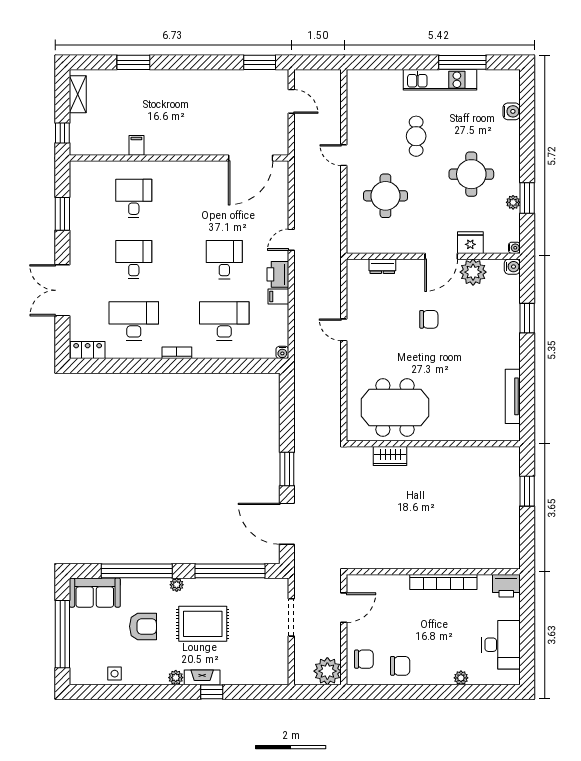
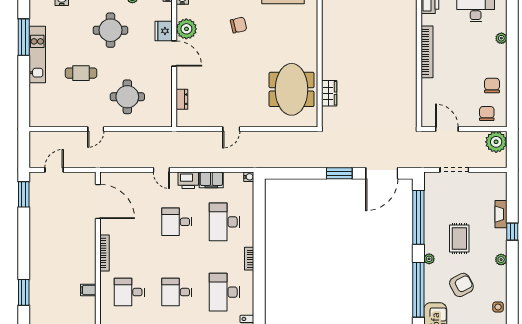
bookcase: (184, 167) -> (105, 253), added
filing cabinet: (278, 296) -> (211, 180), width x2.00
chair: (429, 319) -> (239, 25), moved, turned 77
rug: (203, 624) -> (459, 239), width x0.73, depth x0.70
armchair: (143, 626) -> (461, 285), turned 62
fireplace: (202, 677) -> (501, 214), moved

